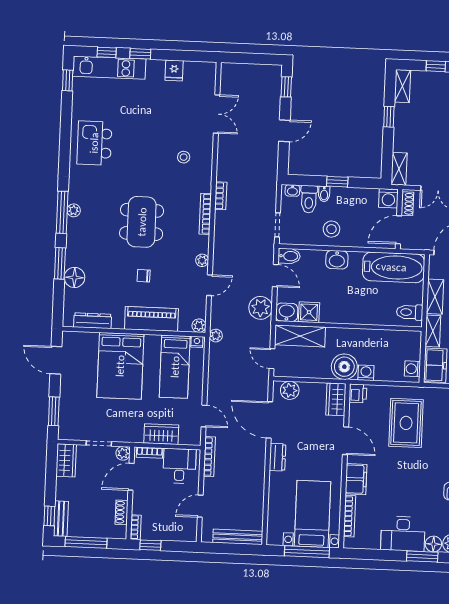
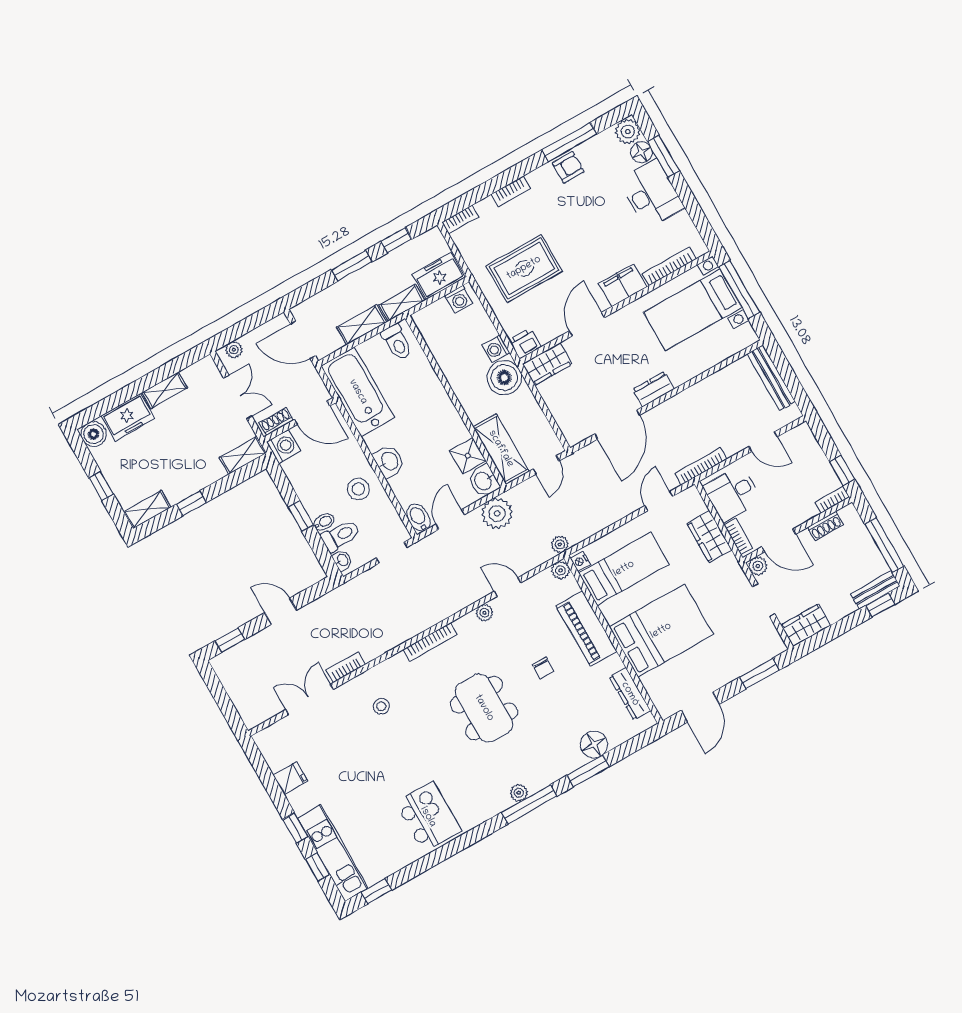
kitchen island: (94, 143) -> (428, 817), turned -90
bookcase: (221, 196) -> (346, 667), moved
dining table: (142, 222) -> (484, 708), turned 90
plant: (290, 390) -> (570, 422), removed

